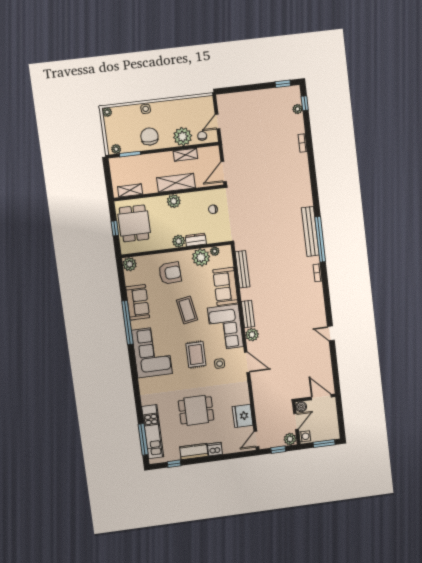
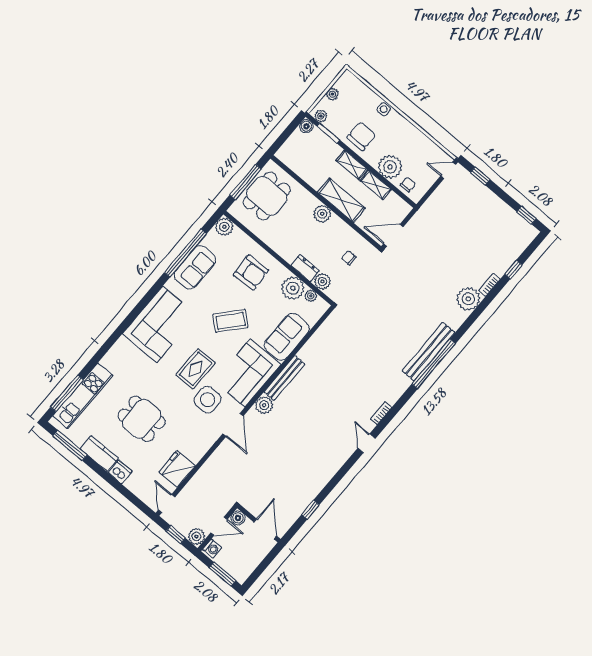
window: (236, 89) -> (480, 176), added
window: (305, 103) -> (513, 270), moved
plant: (298, 109) -> (468, 299), moved, width x1.88, depth x1.88
plant: (107, 112) -> (332, 94), moved
door: (218, 122) -> (448, 170), moved
boiler: (114, 163) -> (306, 126), added
shelving: (130, 190) -> (352, 165), moved
window: (115, 228) -> (246, 182), width x2.17
bench: (310, 232) -> (429, 352), moved
window: (320, 239) -> (434, 364), moved
plant: (179, 241) -> (322, 282), moved
bench: (243, 269) -> (318, 338), removed
coffee table: (187, 310) -> (230, 321), turned 51
bench: (248, 314) -> (284, 378), width x1.36
window: (127, 323) -> (185, 253), moved
door: (331, 333) -> (366, 443), moved
window: (334, 362) -> (310, 510), added
side table: (220, 364) -> (208, 400), width x1.87, depth x1.87
door: (256, 439) -> (167, 504), hinge flipped
window: (174, 464) -> (70, 445), width x2.17

